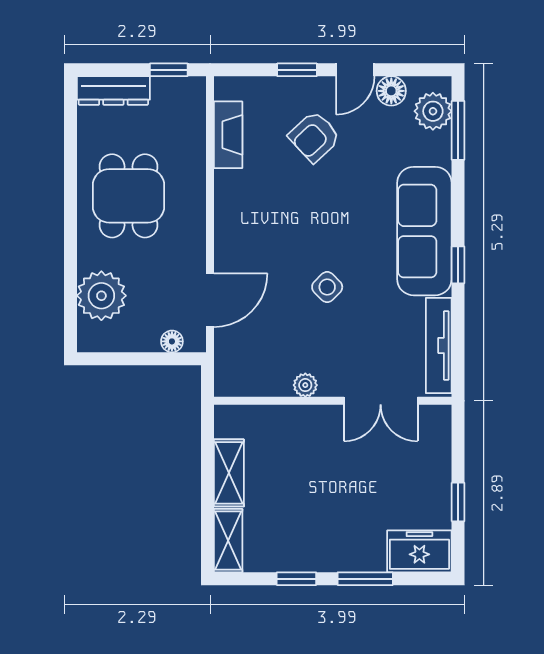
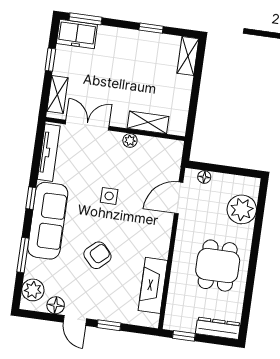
door: (355, 70) -> (75, 321), swing flipped
window: (458, 130) -> (23, 255), moved
fireplace: (228, 135) -> (153, 285), width x1.37, depth x1.32
armchair: (314, 137) -> (97, 255), moved
side table: (327, 287) -> (109, 196), turned 45
shelving: (438, 445) -> (57, 94), added
shelving: (229, 473) -> (148, 122), moved, turned 90
window: (365, 579) -> (86, 19), moved

